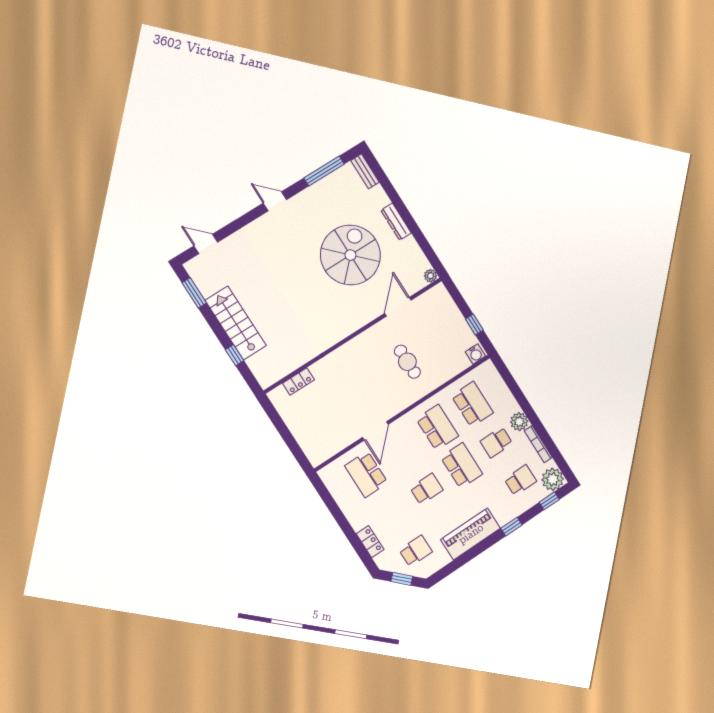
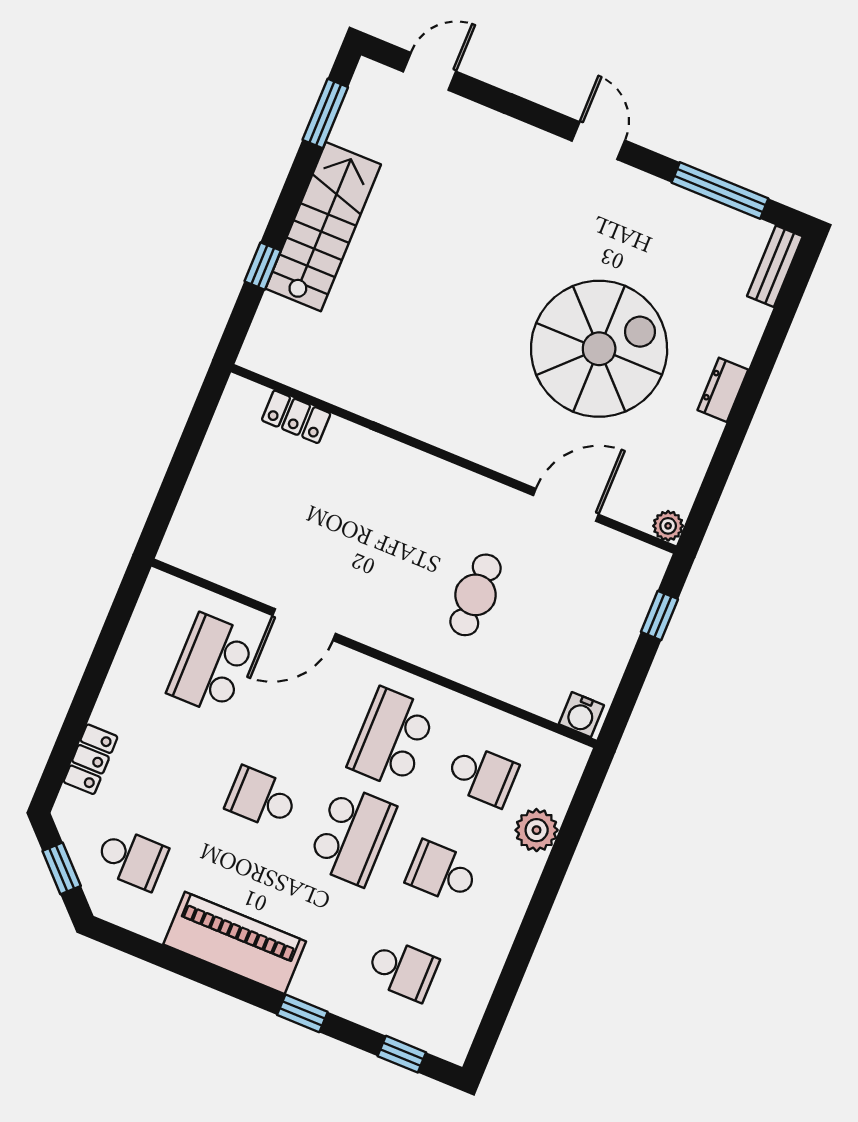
dresser: (396, 222) -> (723, 390), width x0.70
door: (206, 244) -> (430, 71), hinge flipped
window: (474, 325) -> (659, 616), moved
school desk: (472, 404) -> (482, 775), width x0.54
plant: (519, 422) -> (537, 830), moved
school desk: (437, 427) -> (392, 738), turned 180
bookcase: (538, 444) -> (495, 957), removed
plant: (553, 479) -> (447, 1032), removed
school desk: (426, 489) -> (262, 798), turned 180

